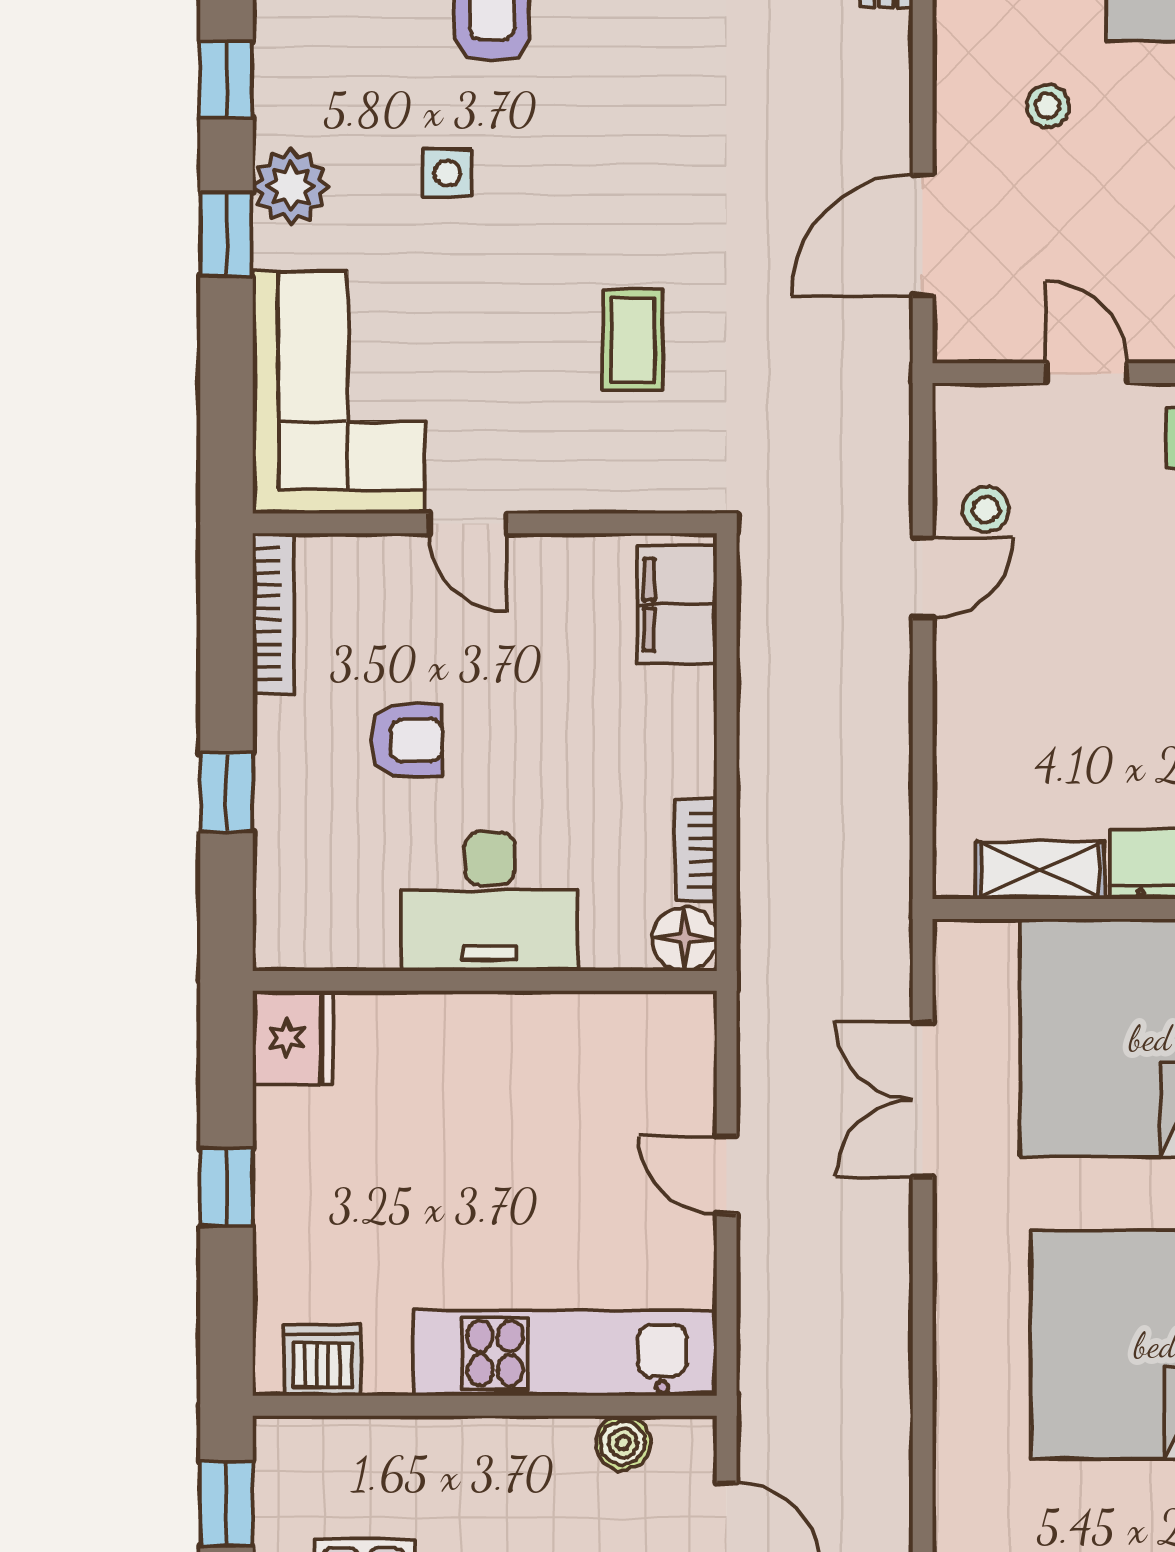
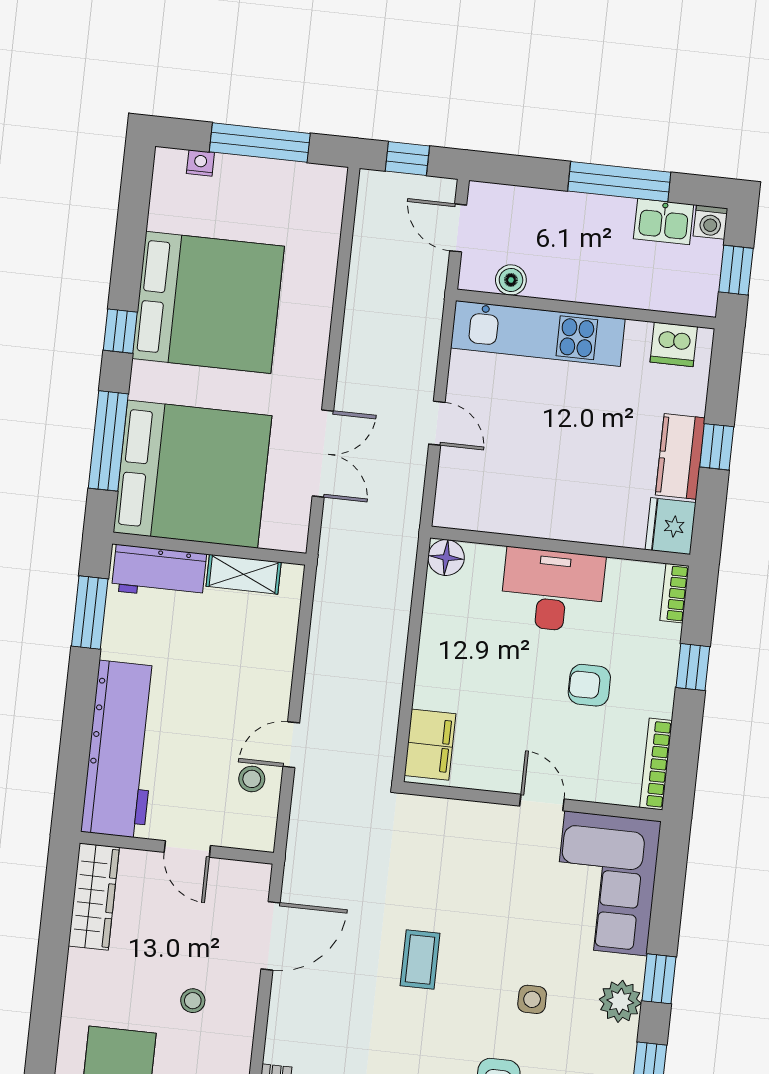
coffee table: (633, 340) -> (420, 960), moved
bookcase: (696, 850) -> (674, 593), moved, turned 180
kitchen counter: (289, 1163) -> (680, 456), added

